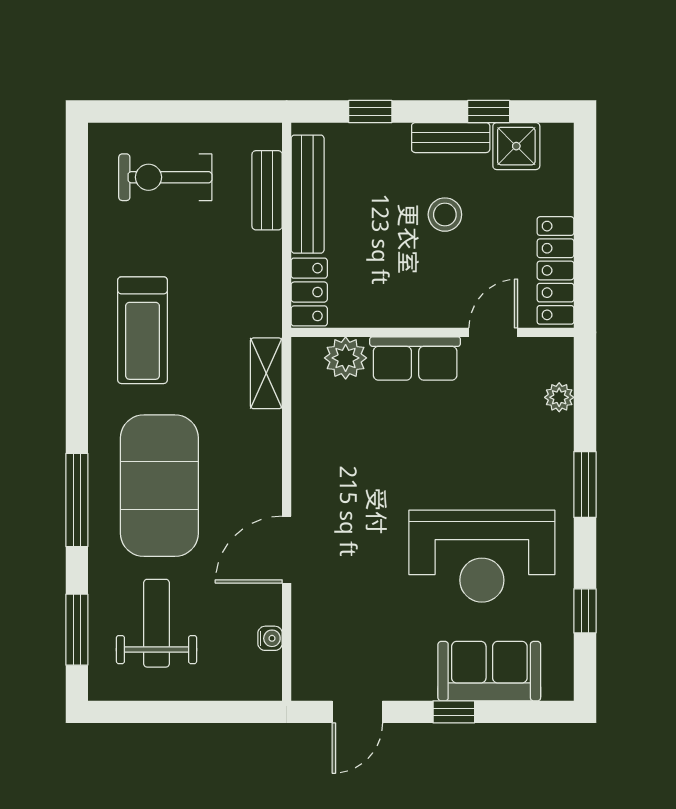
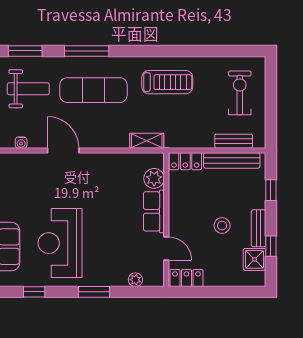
locker: (555, 270) -> (186, 278), width x0.66
treadmill: (143, 330) -> (167, 82), turned 180
exercise mat: (159, 486) -> (93, 90), width x0.68

